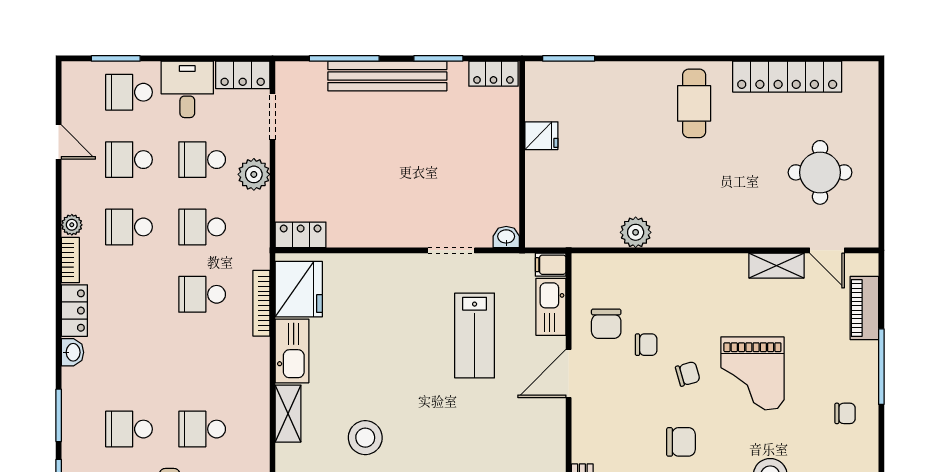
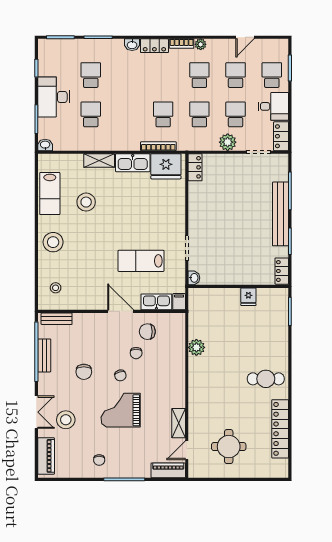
piano: (864, 308) -> (168, 470), moved

